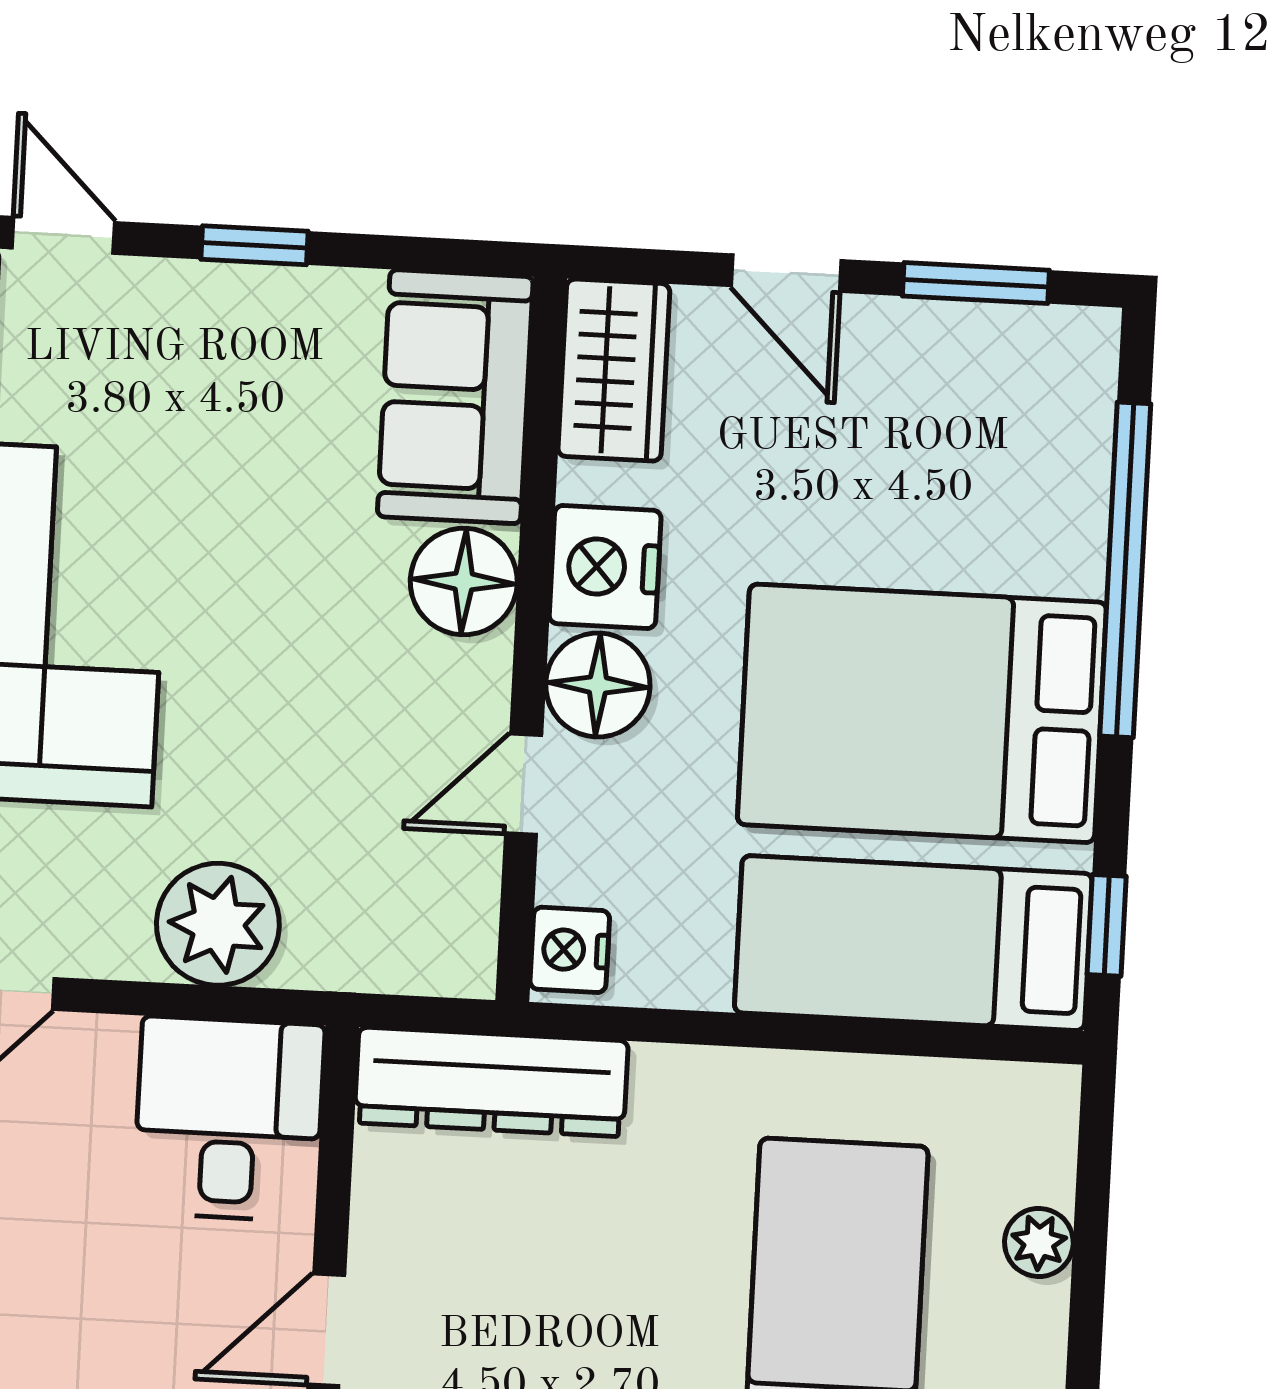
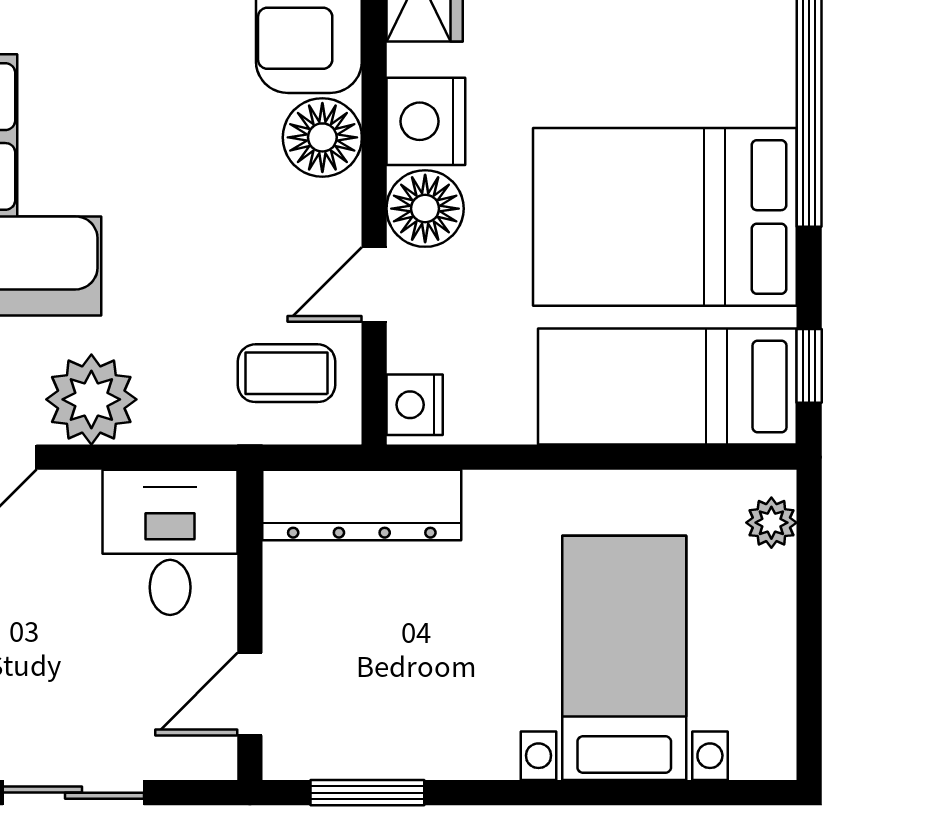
coffee table: (399, 898) -> (287, 373), added
plant: (218, 924) -> (91, 399), moved
plant: (1039, 1242) -> (771, 523), moved

